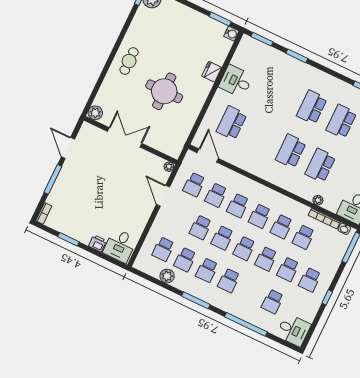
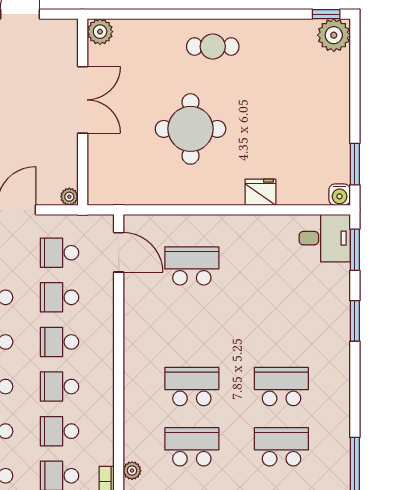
desk: (236, 81) -> (325, 238), moved, turned 90
door: (208, 156) -> (119, 252), hinge flipped

